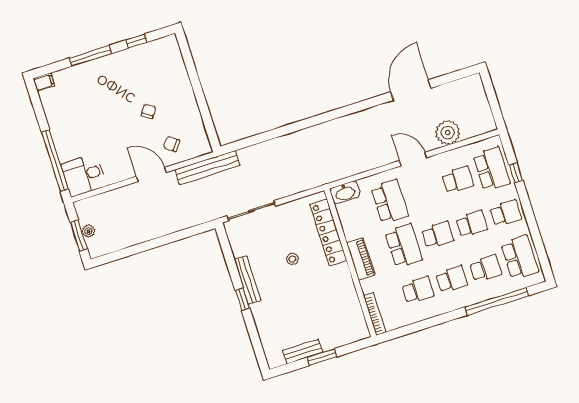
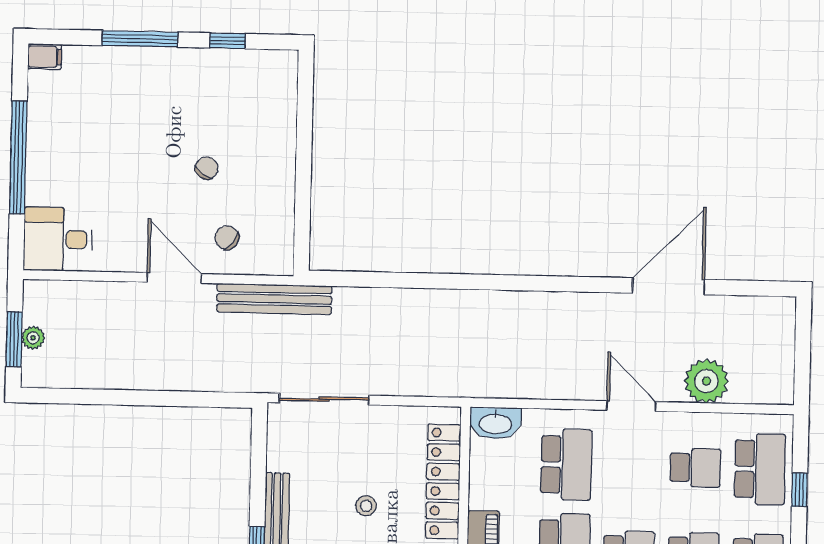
window: (55, 161) -> (18, 157), moved

